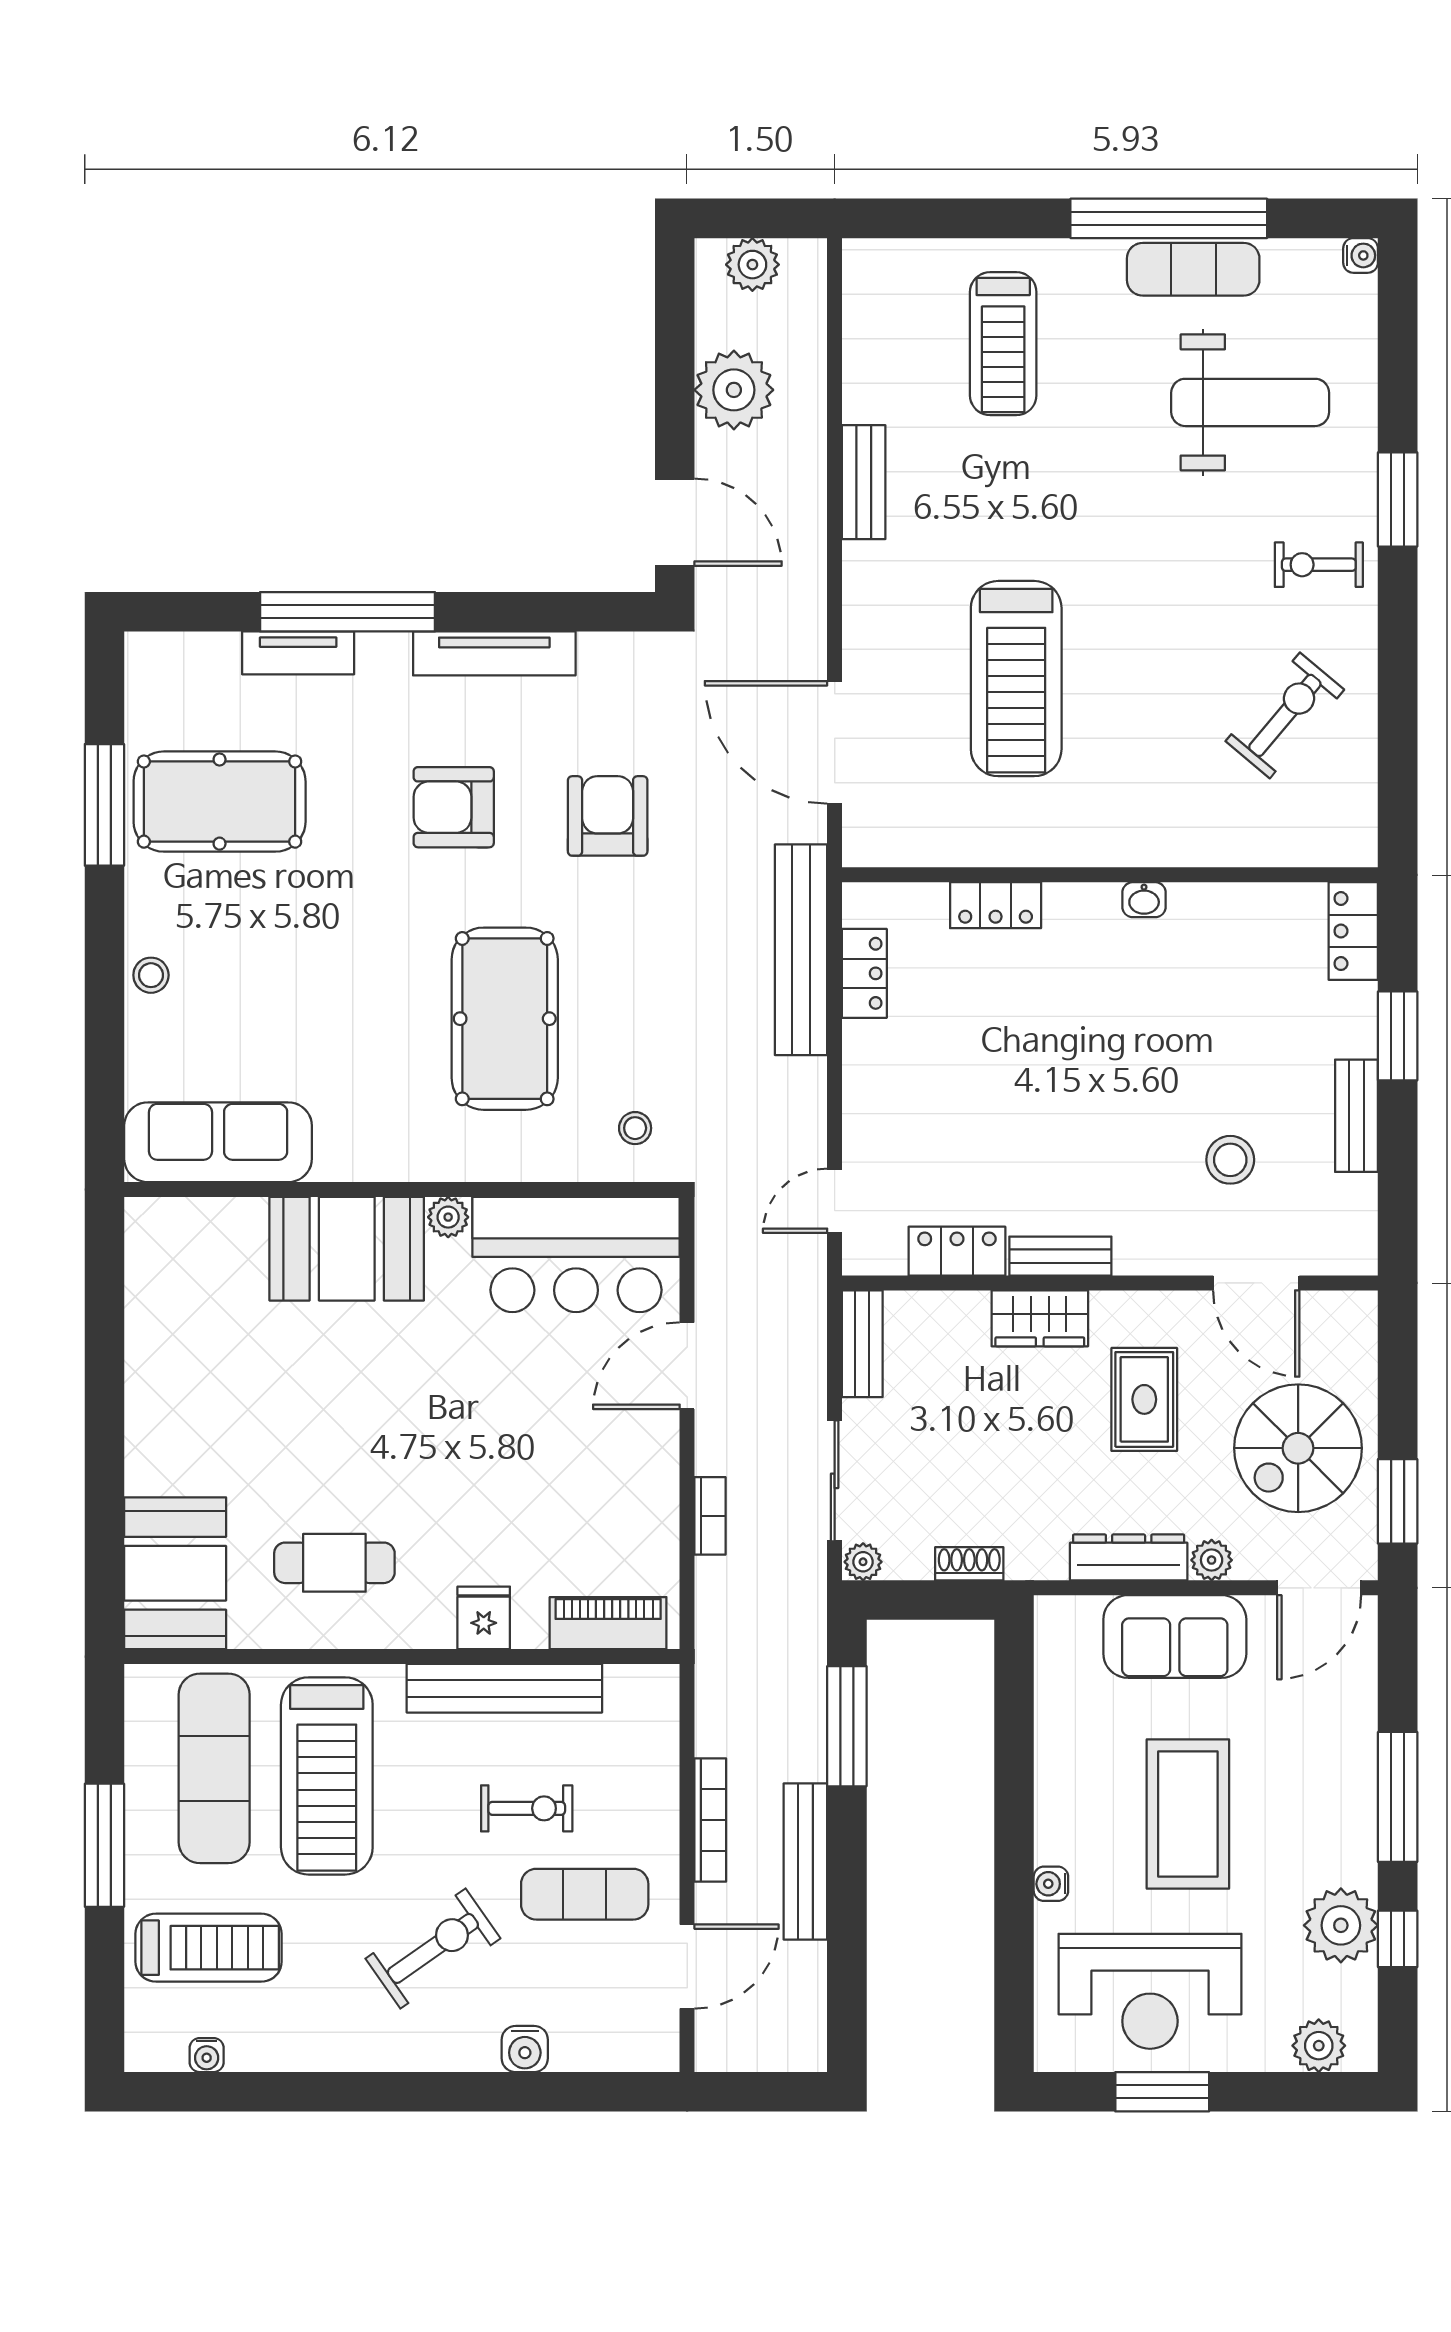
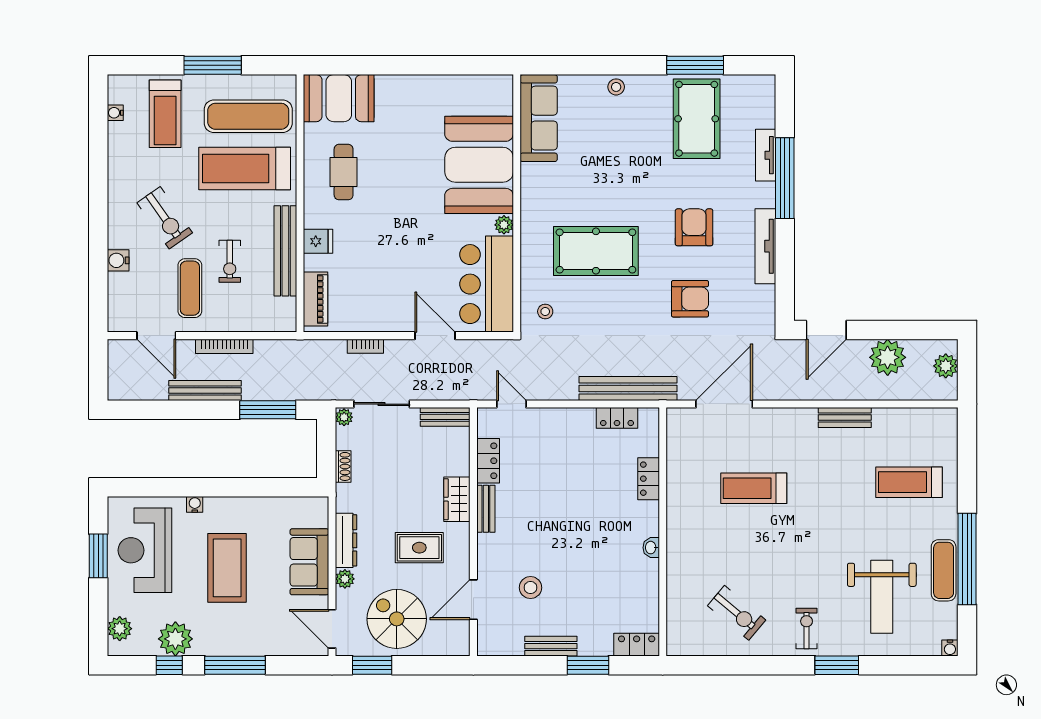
treadmill: (1016, 679) -> (754, 488), width x0.73, depth x0.73
booth: (347, 1249) -> (479, 165), width x1.36, depth x1.42
coffee table: (1188, 1814) -> (227, 568), turned 90

